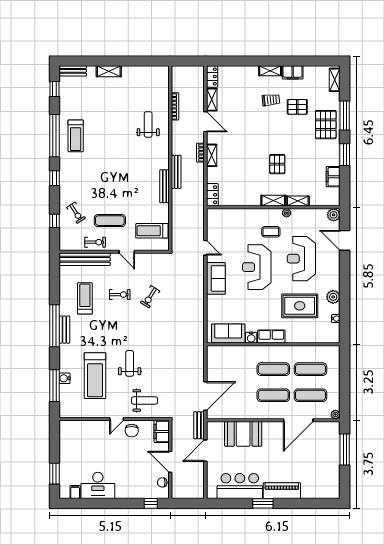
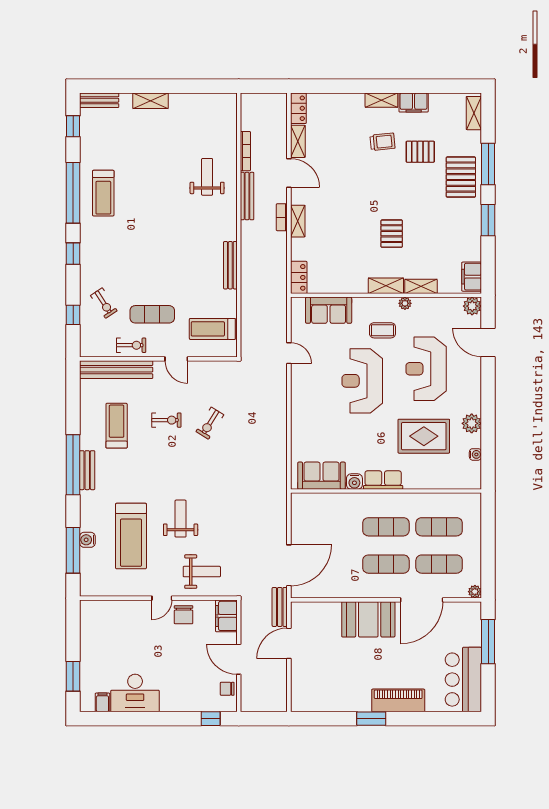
bench: (176, 172) -> (247, 196), moved
filing cabinet: (333, 177) -> (472, 277), moved
sofa: (216, 278) -> (329, 310), moved, turned 90
booth: (243, 434) -> (368, 619), moved
bar counter: (240, 486) -> (463, 680), moved, turned -90

